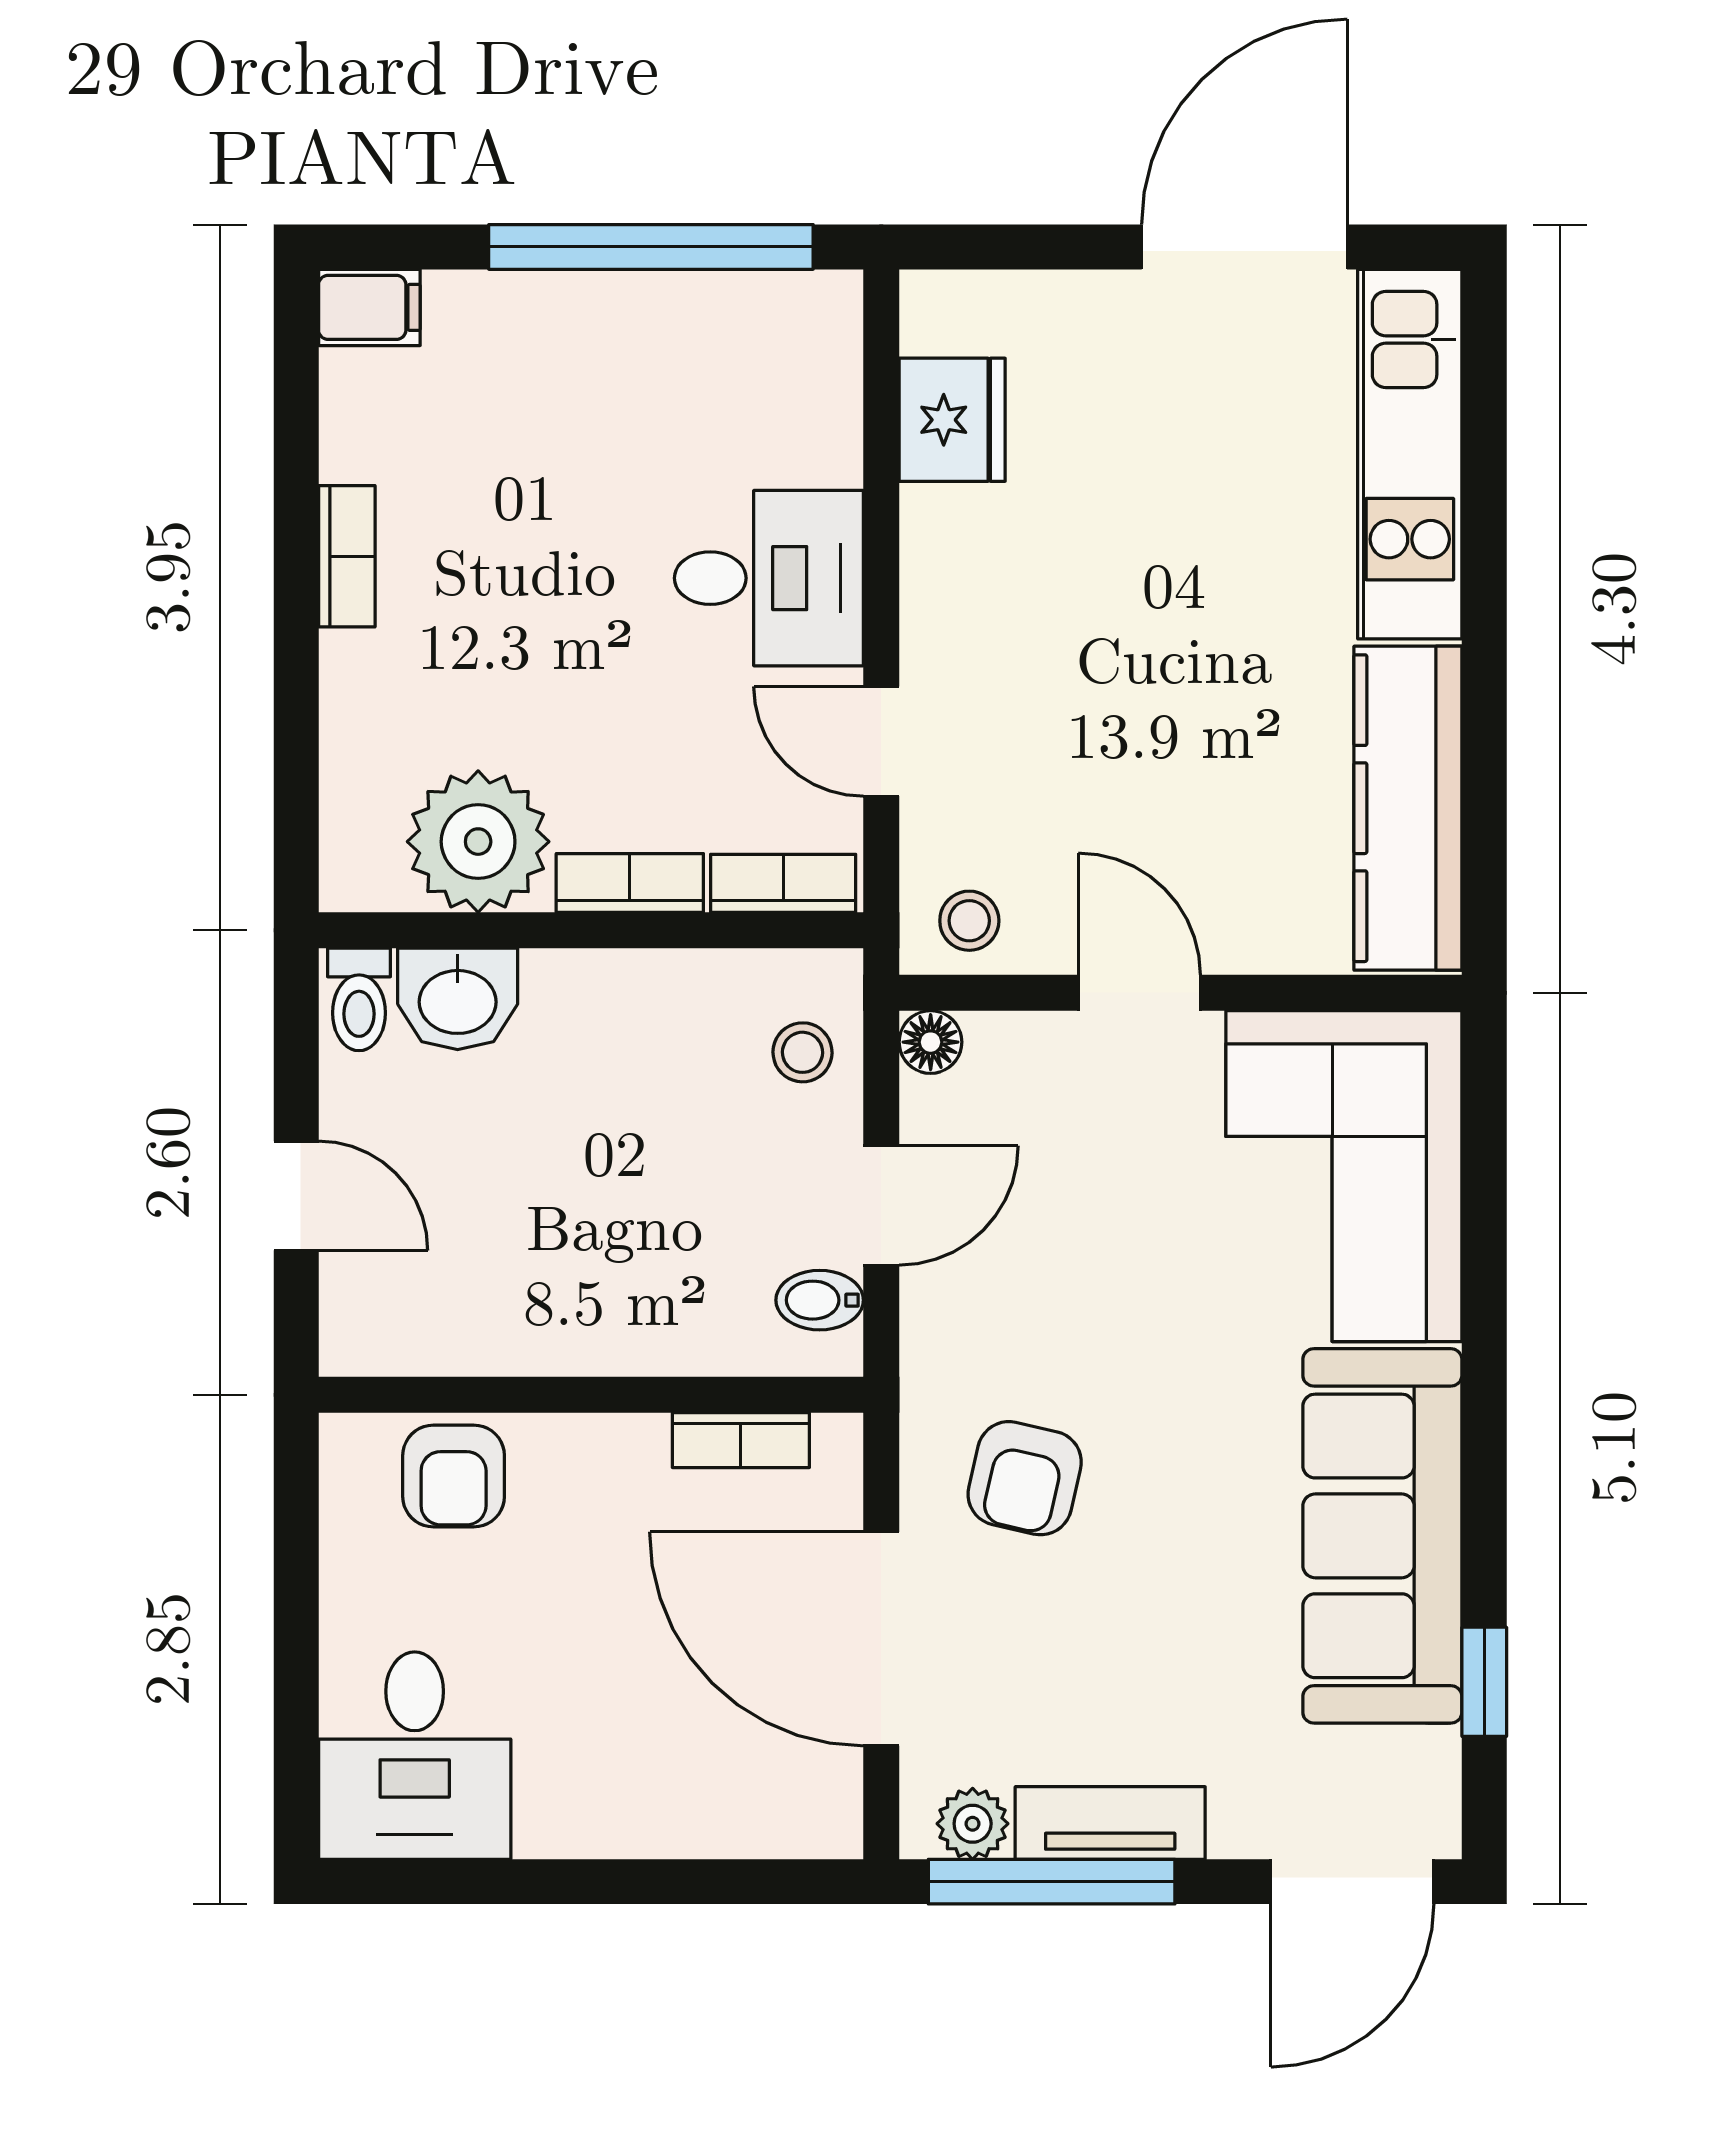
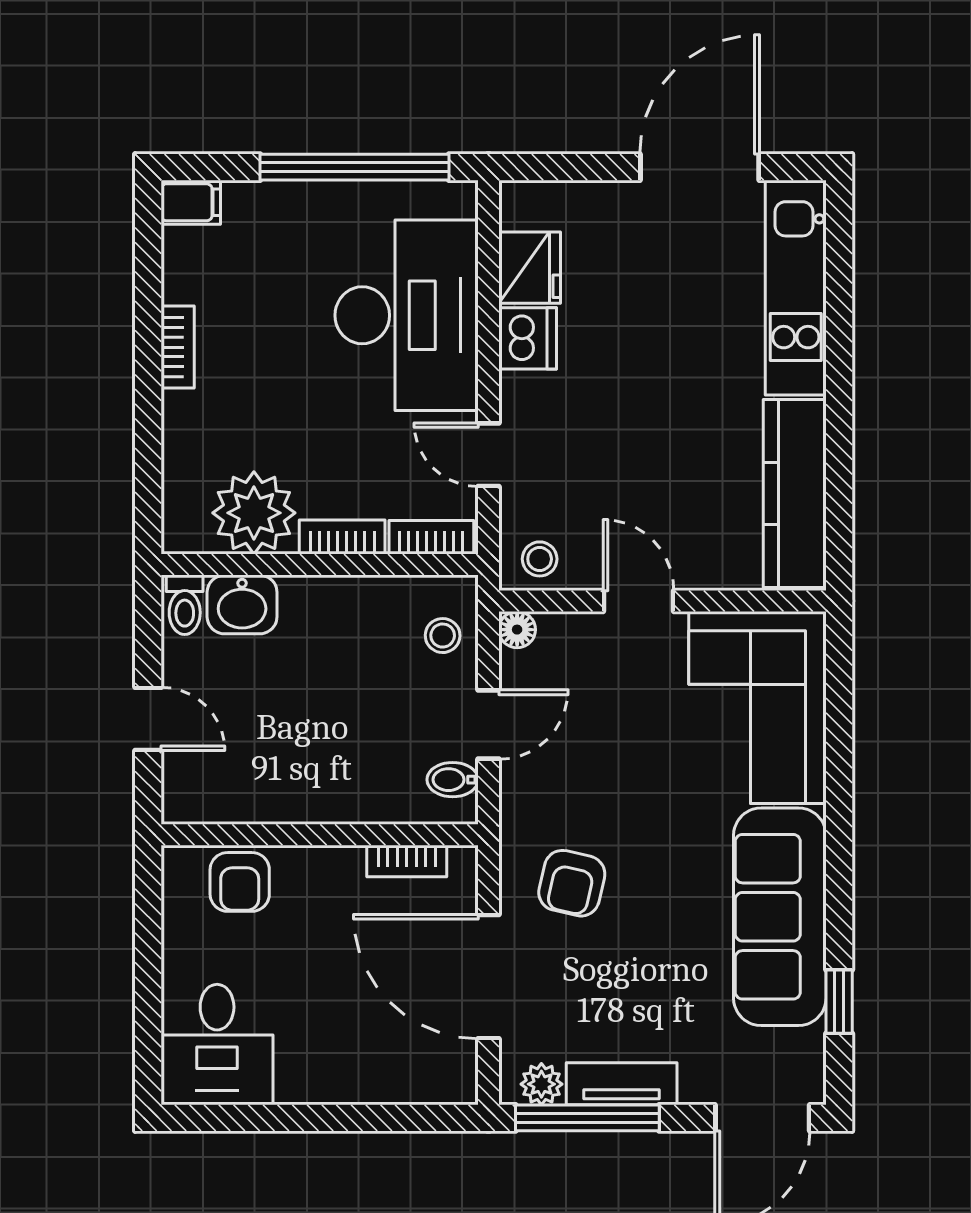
dishwasher: (949, 541) -> (528, 338), added
desk: (769, 578) -> (407, 315), width x1.87, depth x1.30

